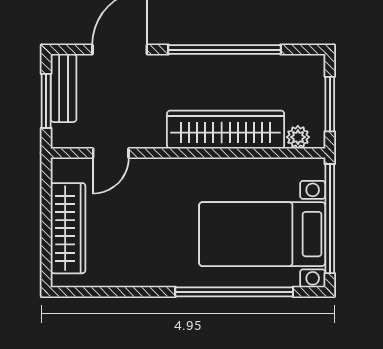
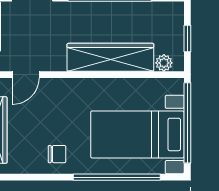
window: (330, 104) -> (187, 39), width x0.67
chair: (153, 261) -> (57, 154), added

